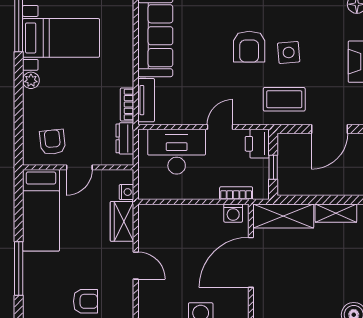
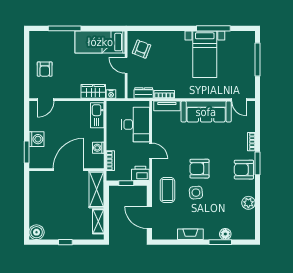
plant: (31, 80) -> (179, 36), removed
armchair: (53, 142) -> (142, 49), turned -63
washing machine: (233, 213) -> (98, 148), moved
kitchen sink: (161, 215) -> (97, 115), added
door: (251, 262) -> (68, 170), hinge flipped
door: (136, 265) -> (46, 100), moved

